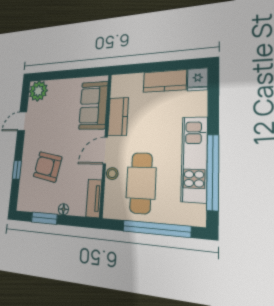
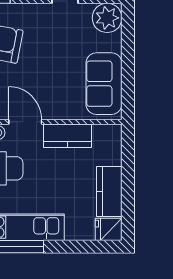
sofa: (93, 105) -> (104, 84), moved, turned -90

